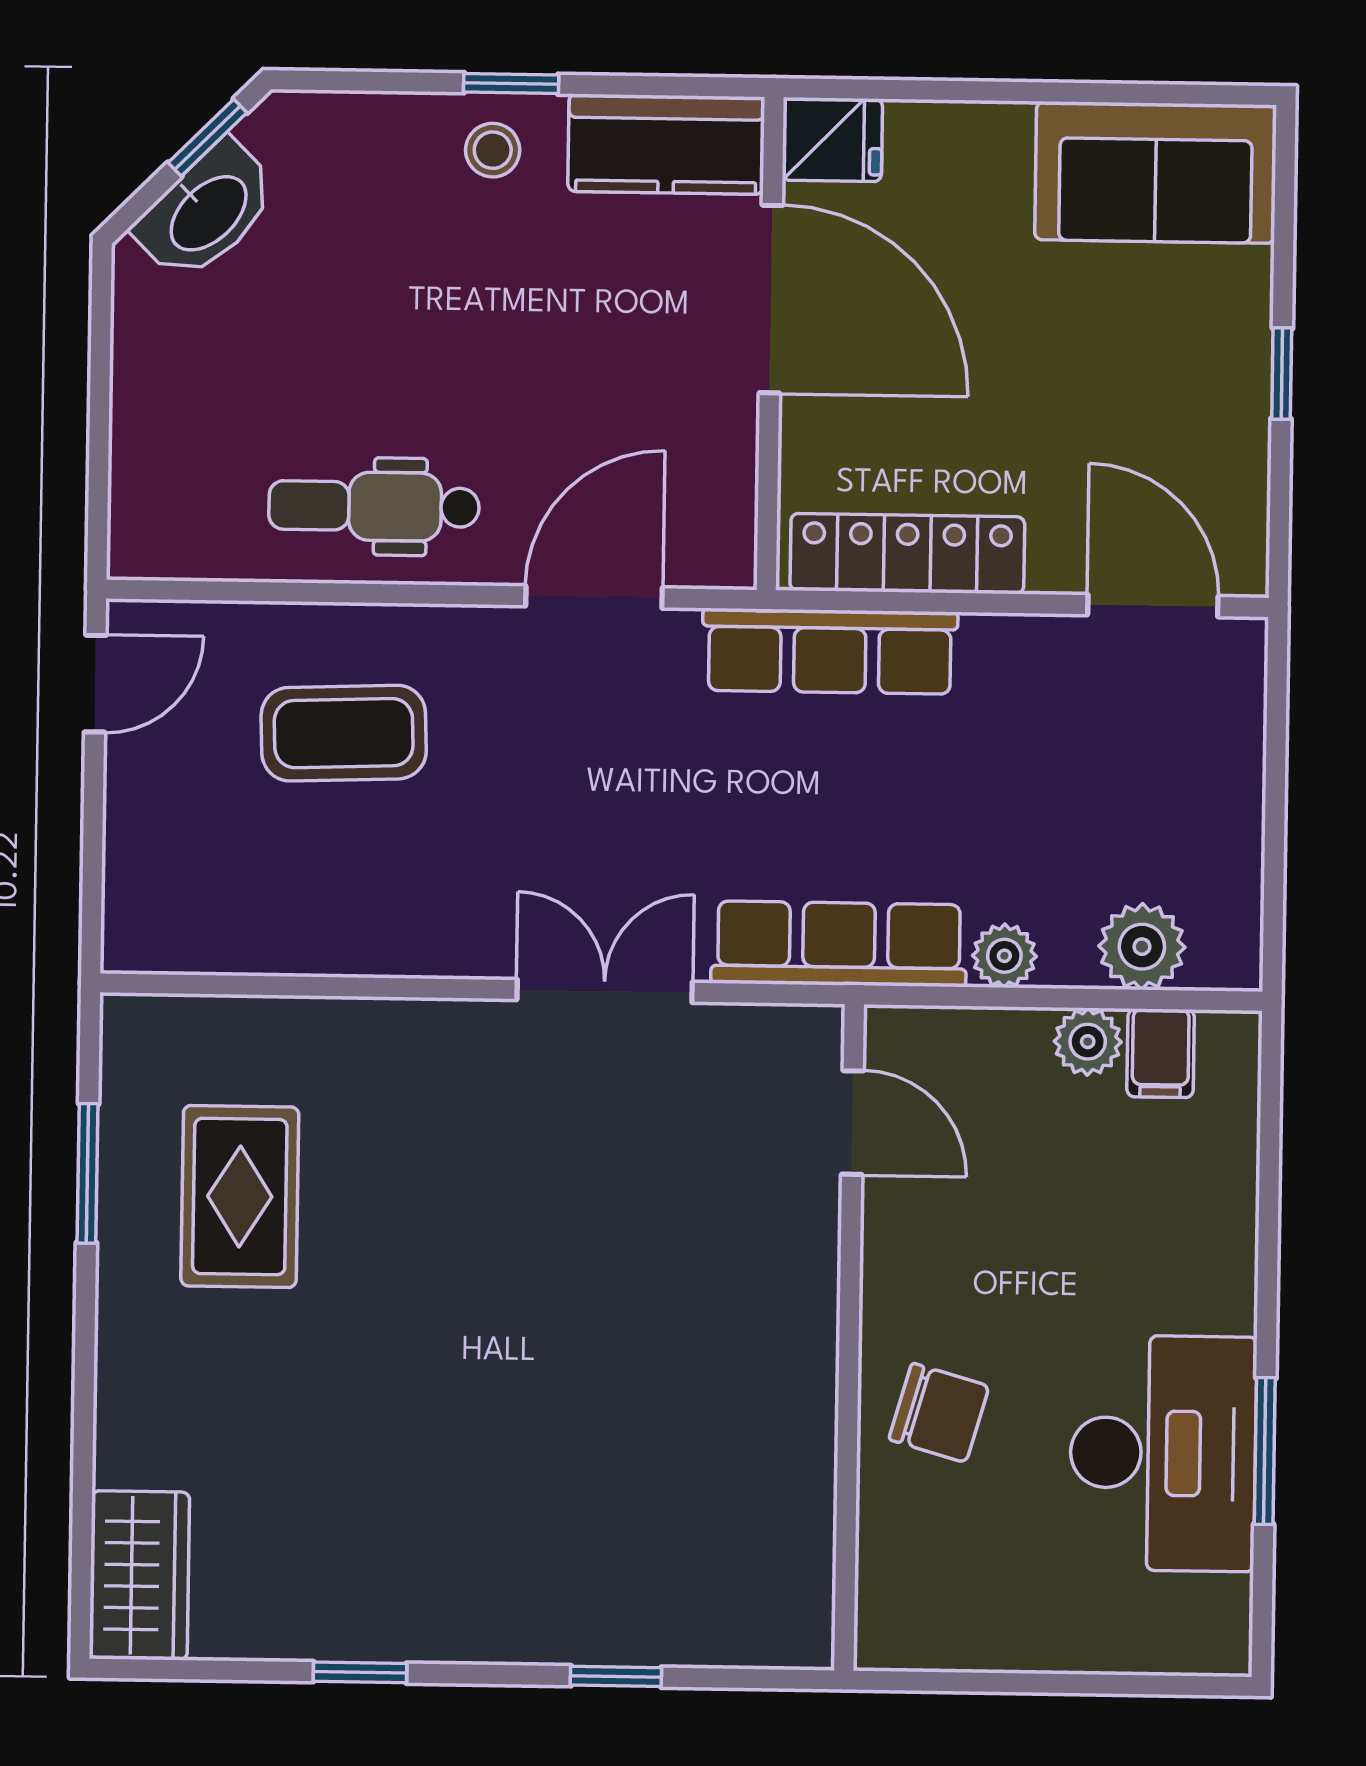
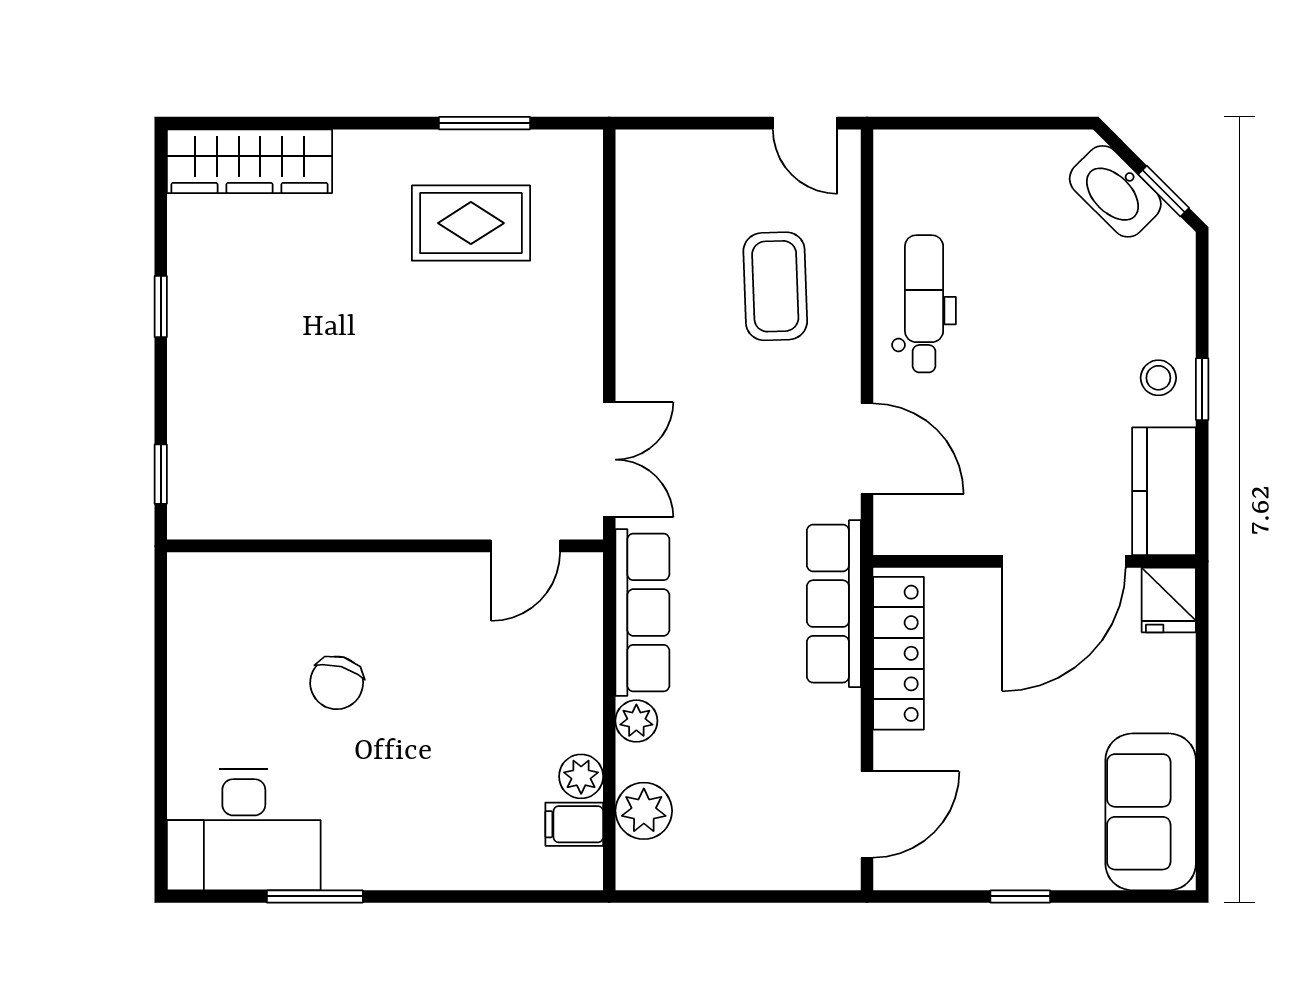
door: (852, 1123) -> (526, 546), moved
wall: (849, 1337) -> (385, 546), moved
desk: (1163, 1453) -> (244, 830), moved
wardrobe: (139, 1575) -> (249, 161), width x1.50

